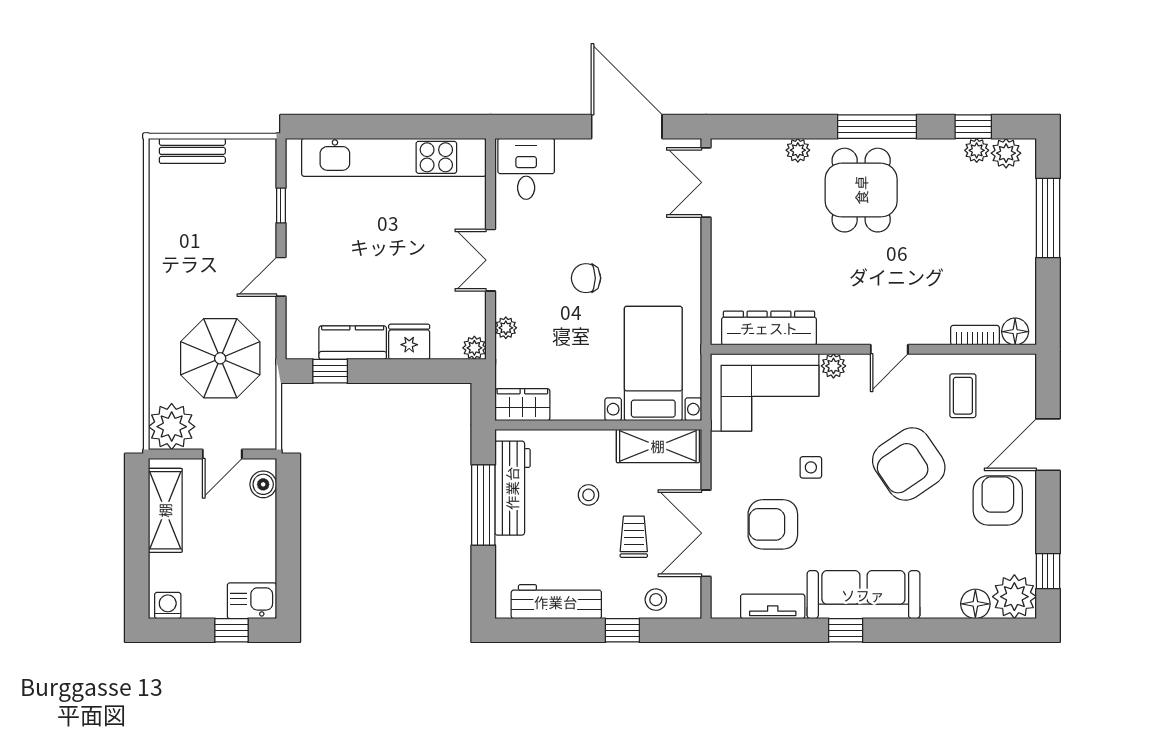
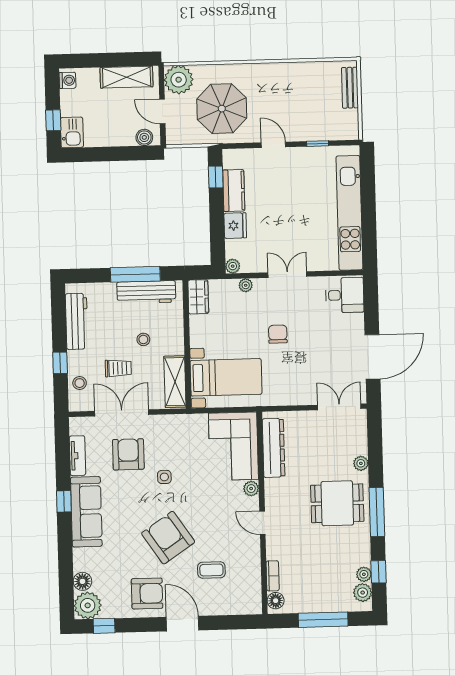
dresser: (769, 328) -> (274, 448), moved
floor lamp: (1015, 332) -> (276, 601), moved
bookcase: (975, 335) -> (273, 576), moved
wall: (873, 349) -> (262, 513), moved
door: (889, 349) -> (262, 523), moved
plant: (833, 366) -> (251, 489), moved
corner sofa: (765, 392) -> (233, 446), moved

